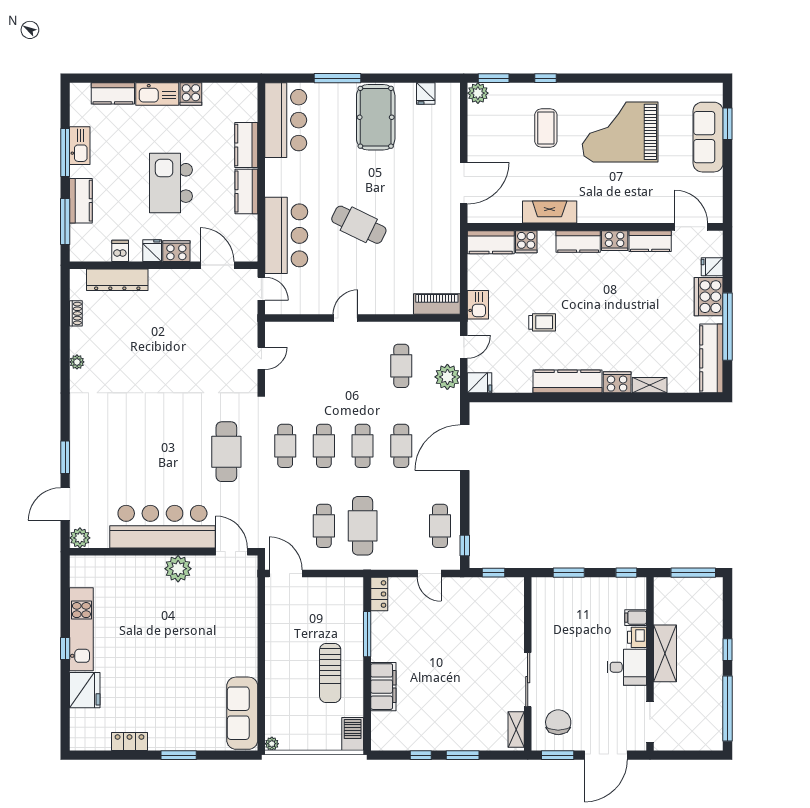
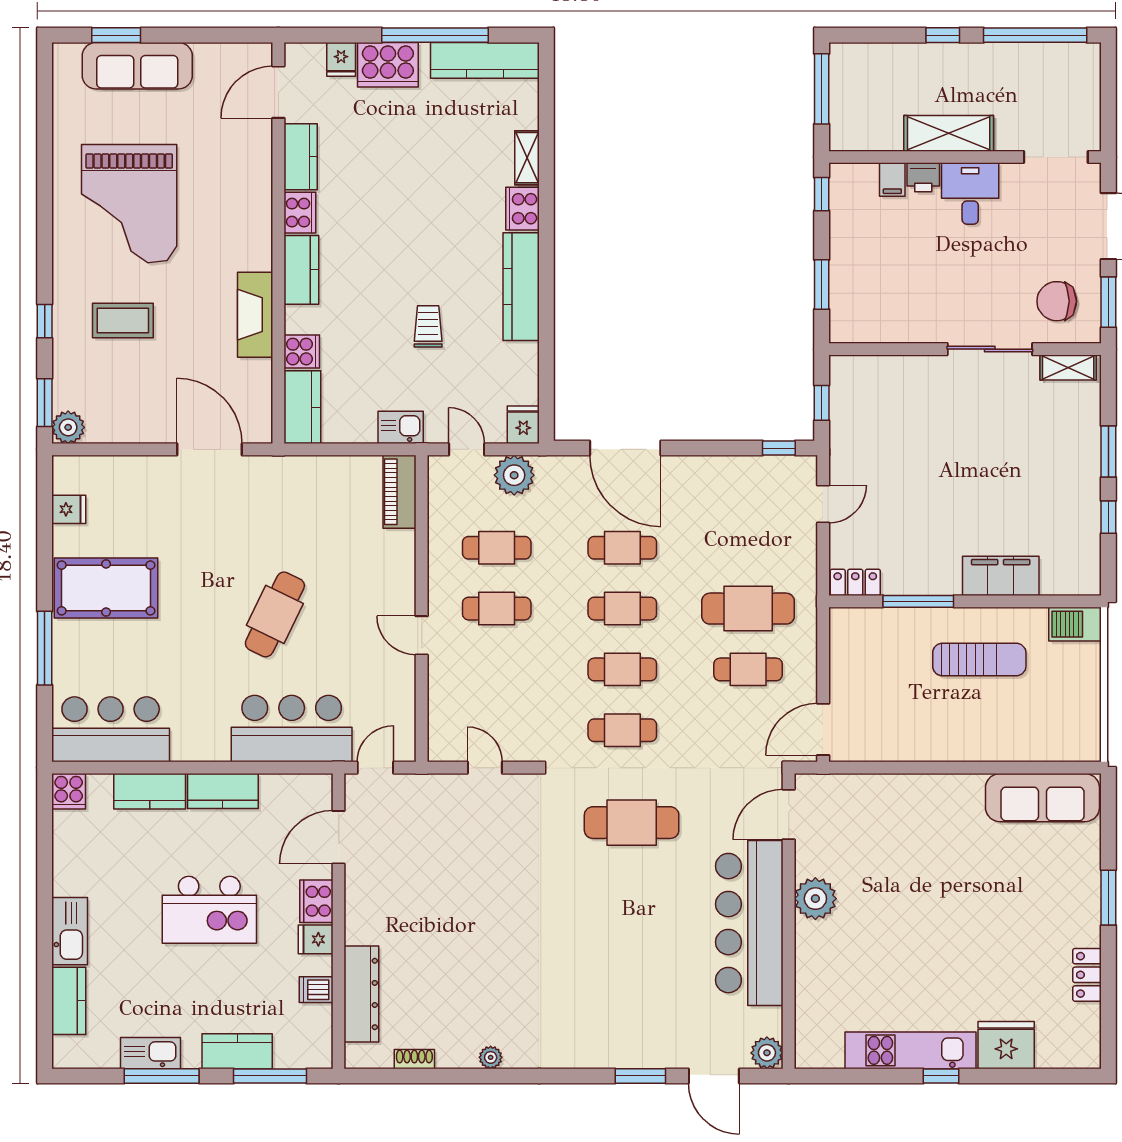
cooker: (191, 94) -> (69, 791), moved, turned 90
cafe table: (440, 526) -> (497, 609), moved
plant: (272, 744) -> (1090, 751), removed

